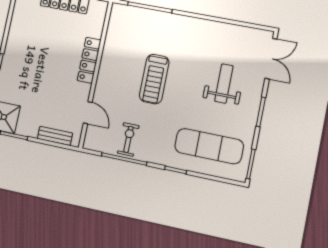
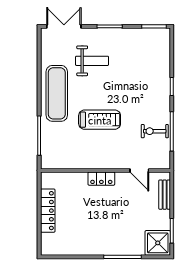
locker: (89, 60) -> (101, 179), width x0.66
weight bench: (224, 84) -> (92, 61), turned 180
door: (88, 113) -> (139, 170), swing flipped
exercise mat: (209, 146) -> (57, 93), moved

